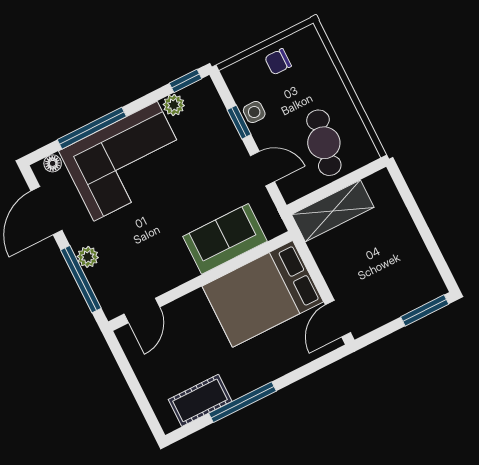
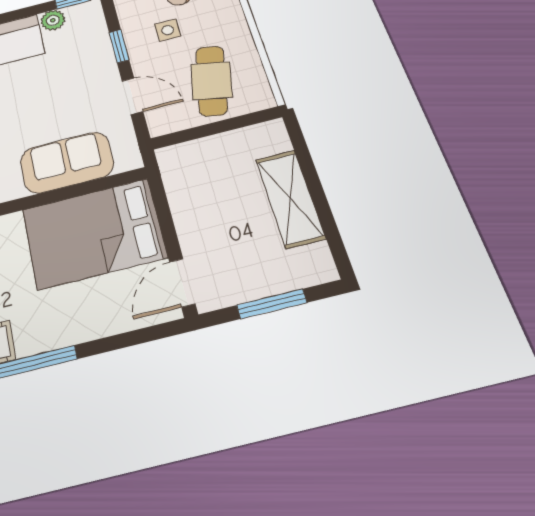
side table: (254, 112) -> (168, 30), moved
shelving: (333, 211) -> (290, 198), moved, turned 90
window: (425, 310) -> (272, 304), moved

